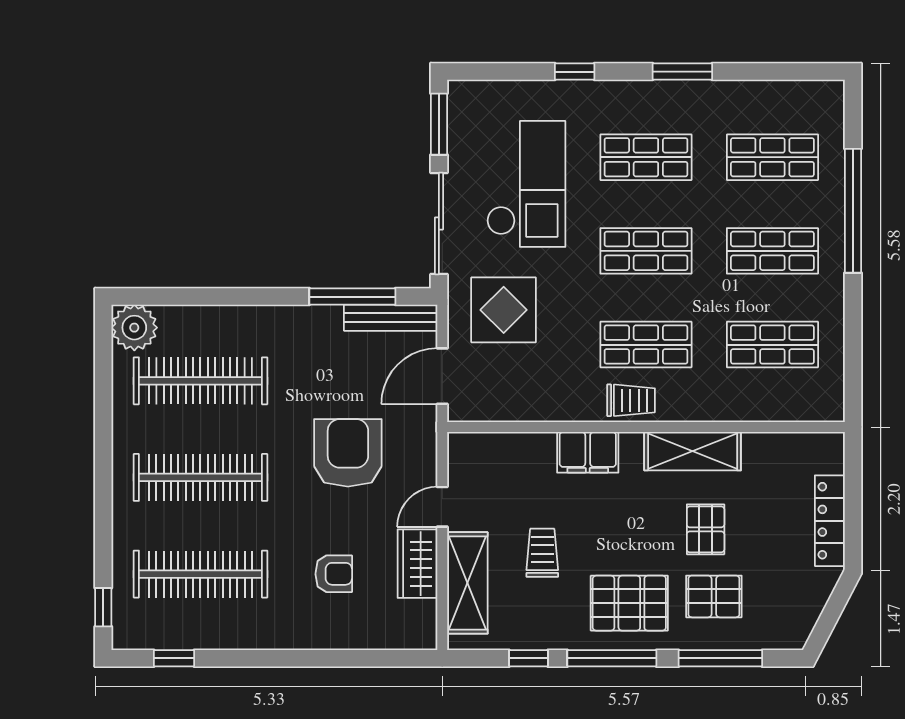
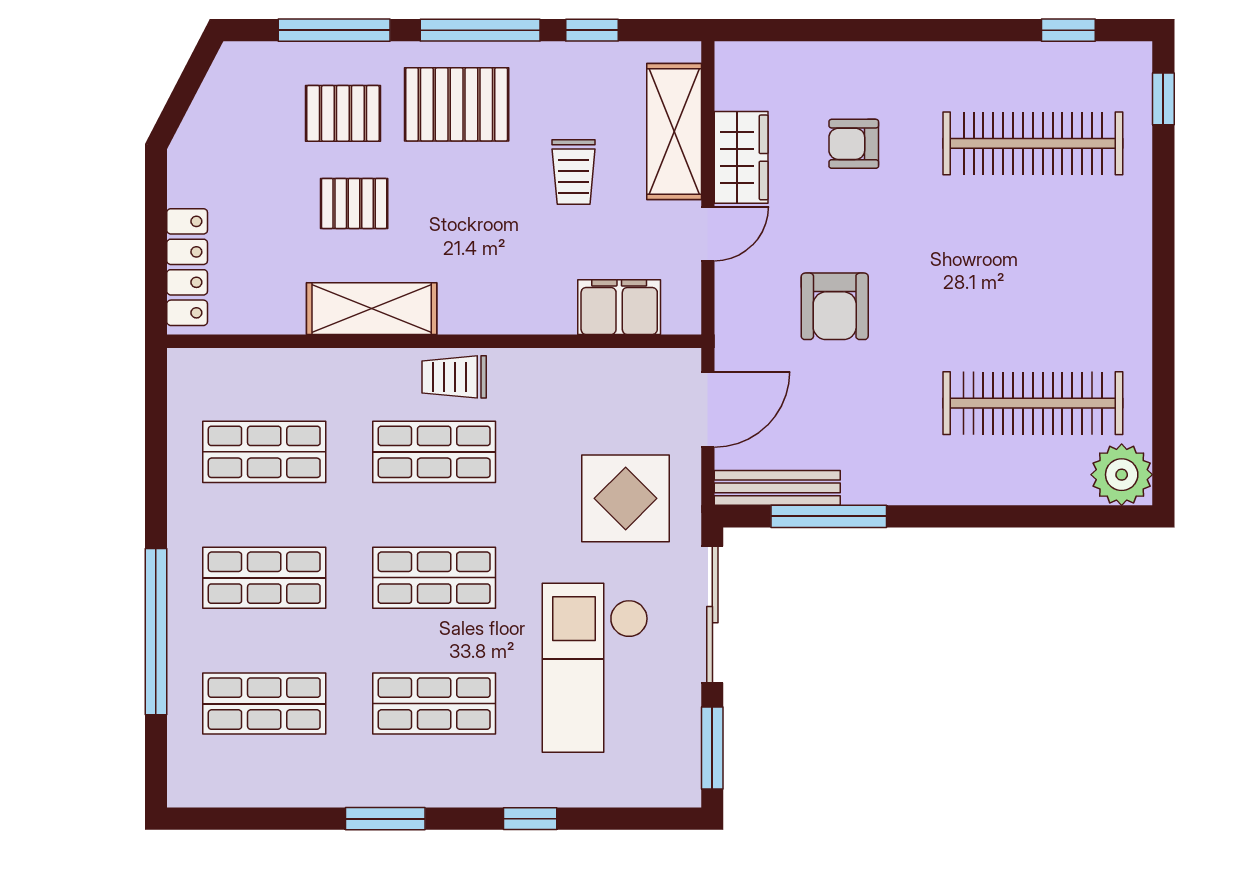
filing cabinet: (588, 452) -> (619, 307), moved
armchair: (348, 453) -> (835, 306), width x0.73, depth x0.73
clothes rail: (200, 477) -> (1033, 273), removed
locker: (830, 521) -> (187, 267), moved
pallet: (706, 529) -> (354, 203), turned 90

